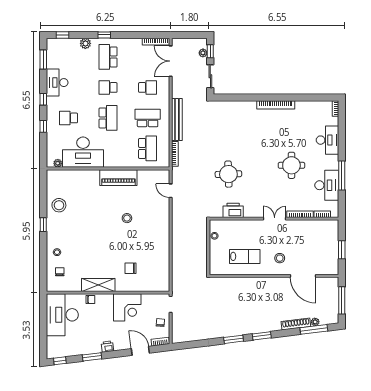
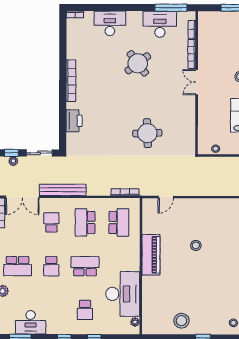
desk: (57, 83) -> (31, 322), moved
bench: (177, 119) -> (63, 190), moved
school desk: (148, 148) -> (119, 222), turned 90
round table: (291, 165) -> (138, 63), turned -37
window: (342, 176) -> (171, 8), moved
printer: (233, 210) -> (74, 121), moved, turned 180

